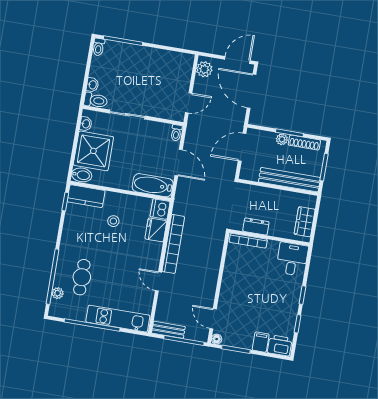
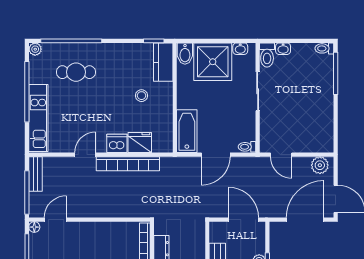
dishwasher: (160, 209) -> (117, 143), moved
plant: (58, 293) -> (35, 49), moved

